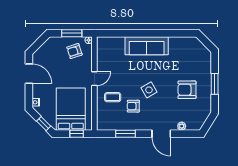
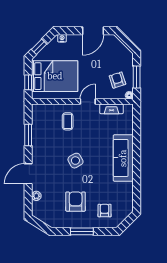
fireplace: (101, 57) -> (111, 109), added
door: (94, 79) -> (88, 102), swing flipped
armchair: (133, 106) -> (105, 211), moved

